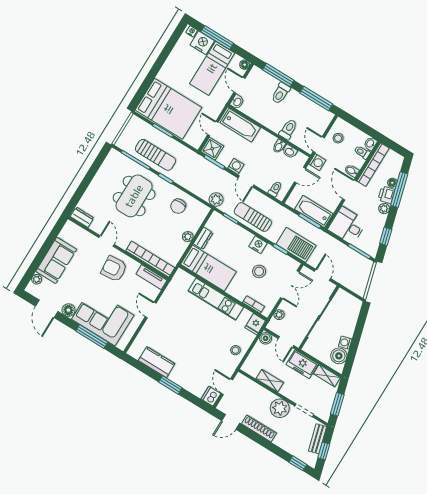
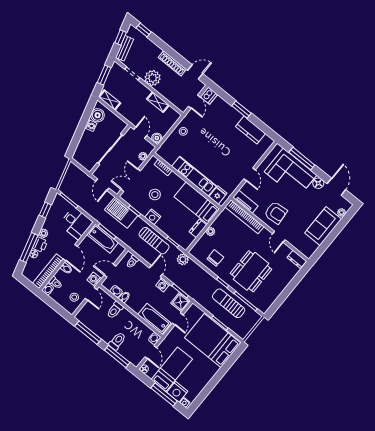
fridge: (255, 324) -> (218, 195), moved
freezer: (302, 364) -> (129, 112), removed

